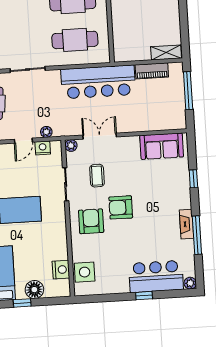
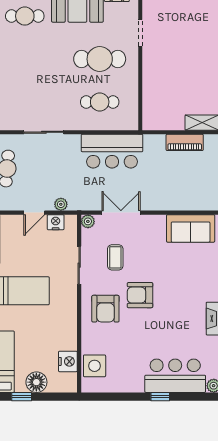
cafe table: (75, 40) -> (100, 102), width x0.73, depth x0.74
bar counter: (98, 82) -> (112, 151), width x0.73
armchair: (91, 221) -> (105, 309), turned 180

